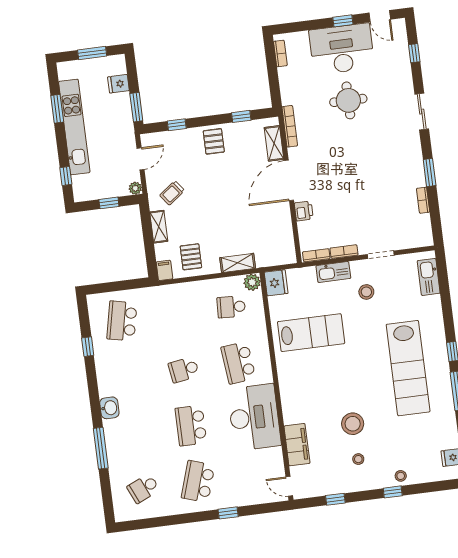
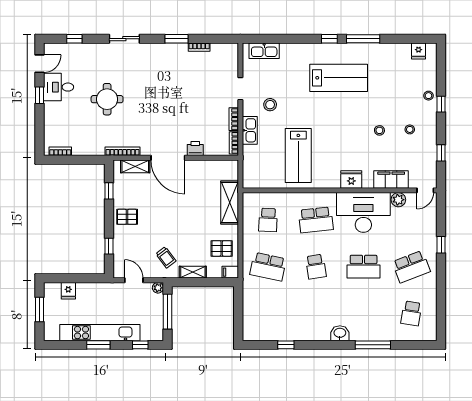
desk: (342, 49) -> (59, 87), width x0.53, depth x0.77
window: (136, 107) -> (90, 278), removed
window: (57, 109) -> (98, 345), moved
window: (109, 203) -> (168, 312), width x2.17
shelving: (238, 263) -> (230, 203), width x1.50, depth x1.33
plant: (252, 282) -> (398, 200), moved
fridge: (276, 283) -> (351, 180), moved
school desk: (122, 321) -> (268, 267), moved
lab bench: (311, 333) -> (298, 156), turned 180
lab bench: (408, 368) -> (339, 78), width x0.73
stool: (353, 424) -> (379, 130), width x0.53, depth x0.53
school desk: (198, 481) -> (411, 267), turned -39
school desk: (143, 488) -> (411, 313), turned 33

